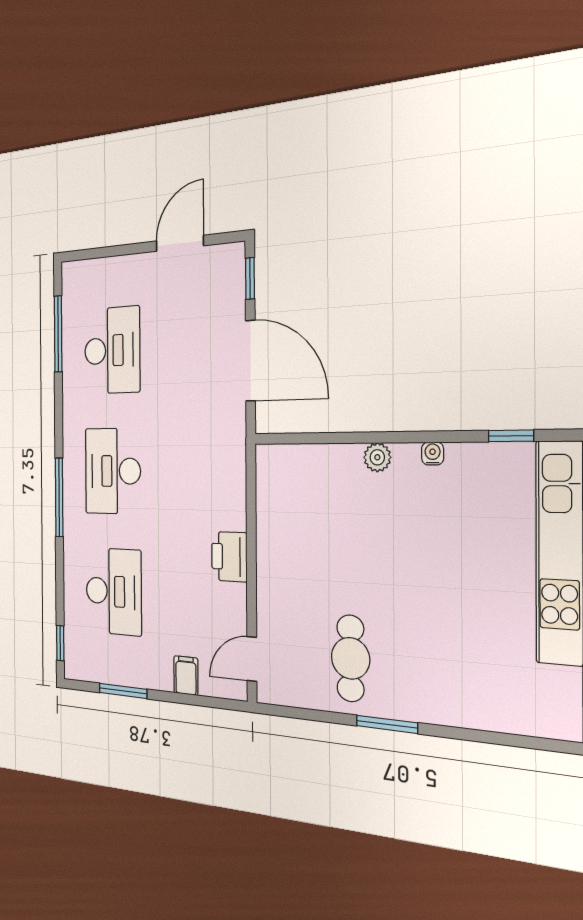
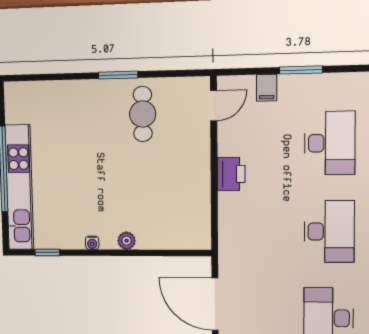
desk: (114, 591) -> (330, 143), turned 180
window: (123, 691) -> (301, 70), moved

